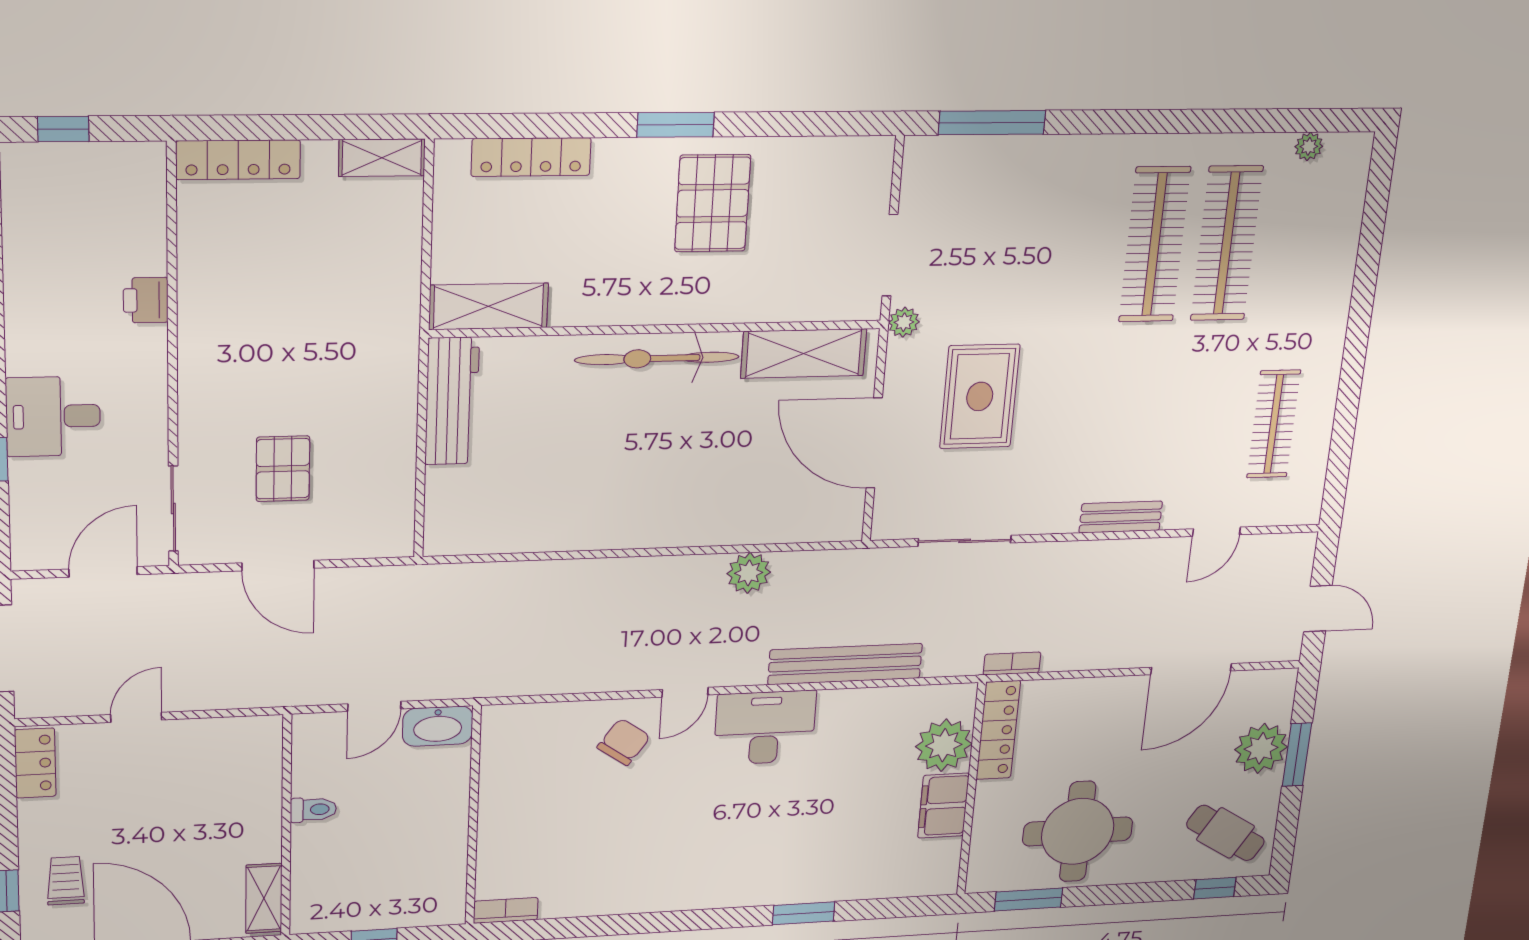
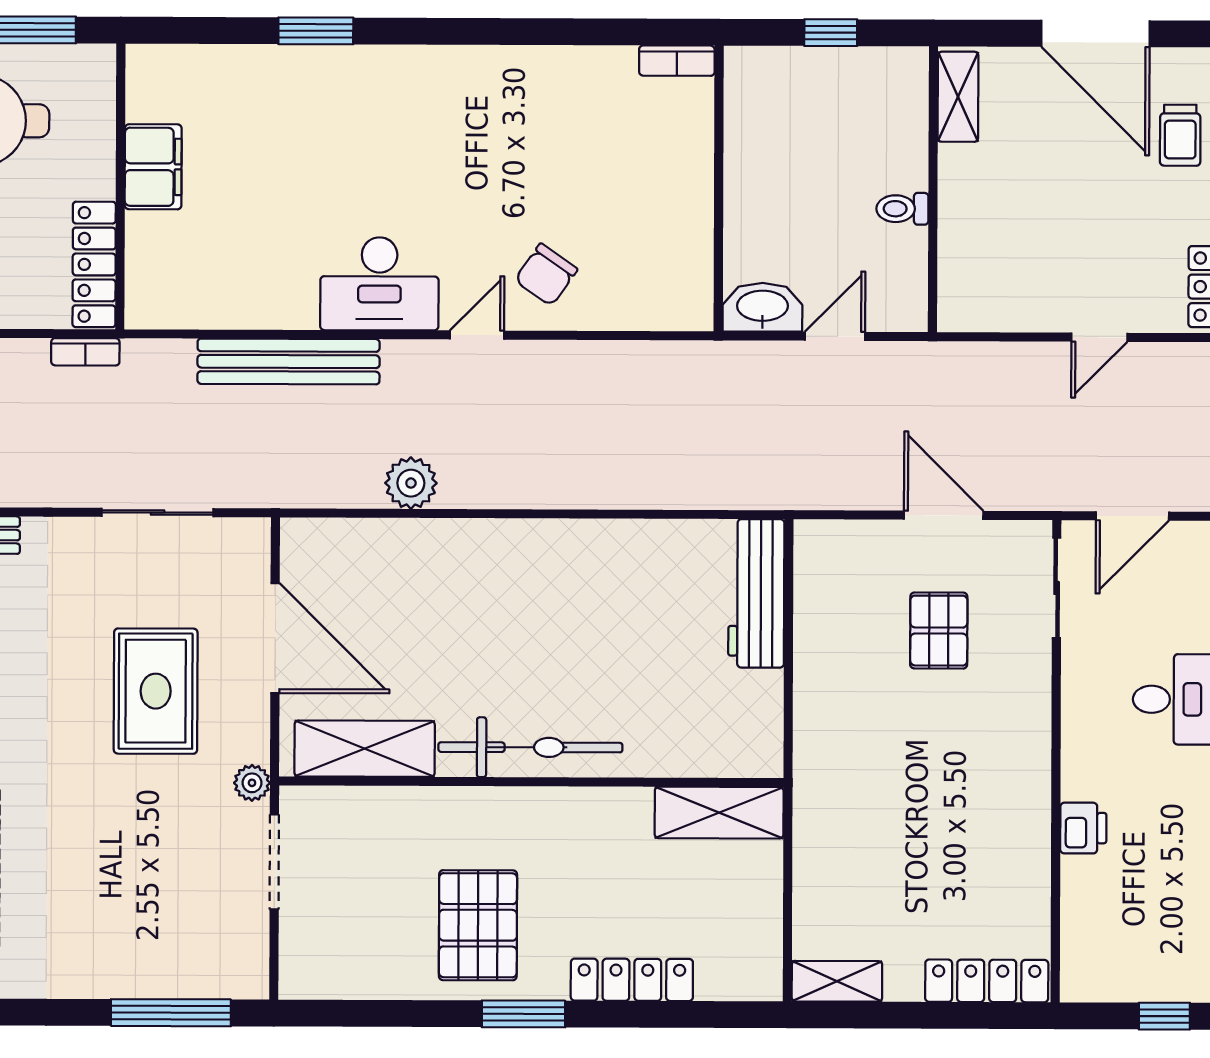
locker: (531, 157) -> (632, 980), moved
workbench: (452, 401) -> (756, 593), moved
plant: (944, 745) -> (160, 248), removed

